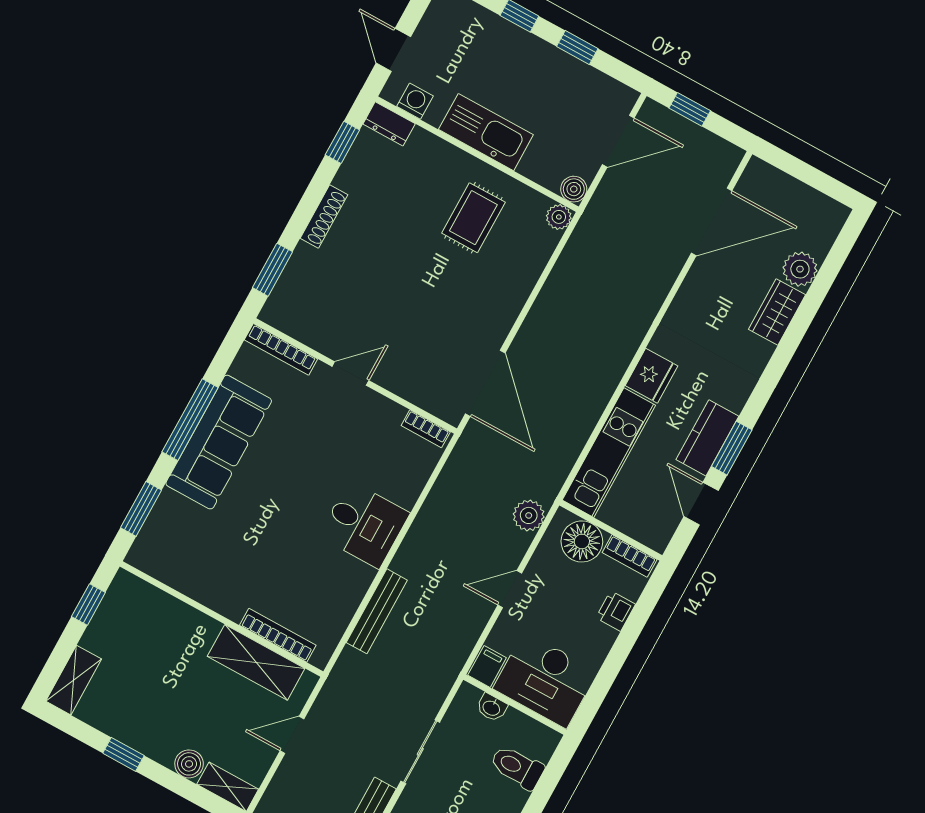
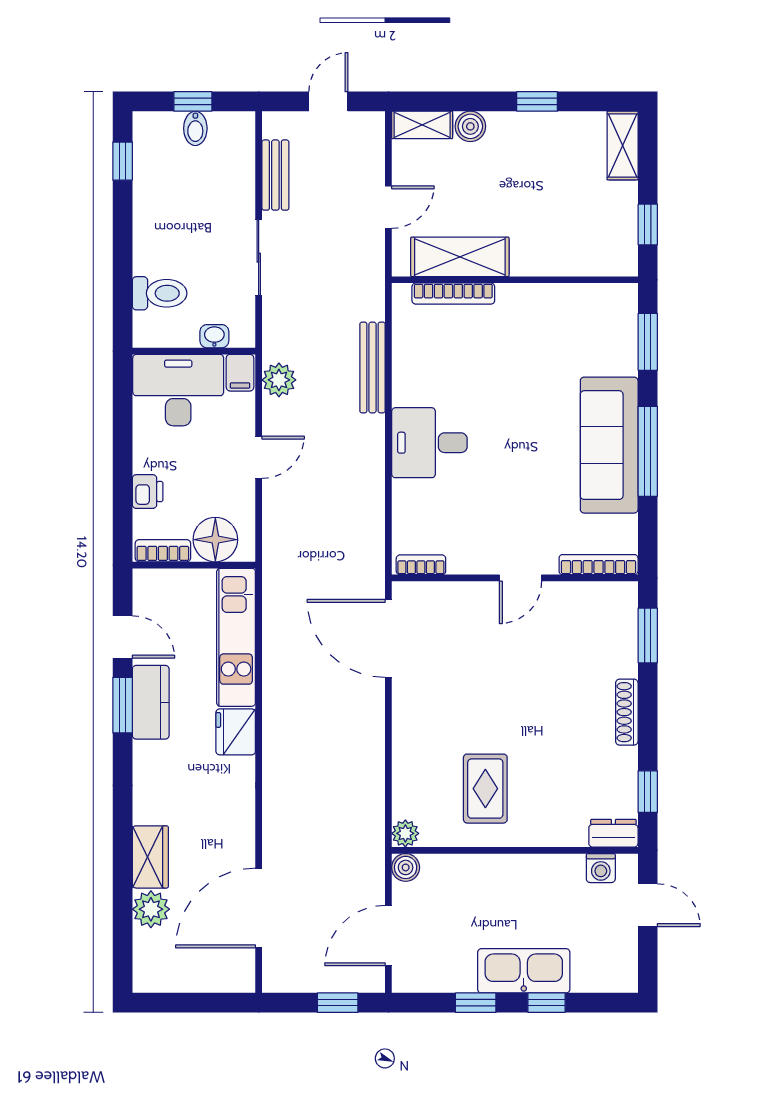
kitchen sink: (486, 132) -> (524, 971), moved, turned 180
plant: (529, 515) -> (279, 380), moved

